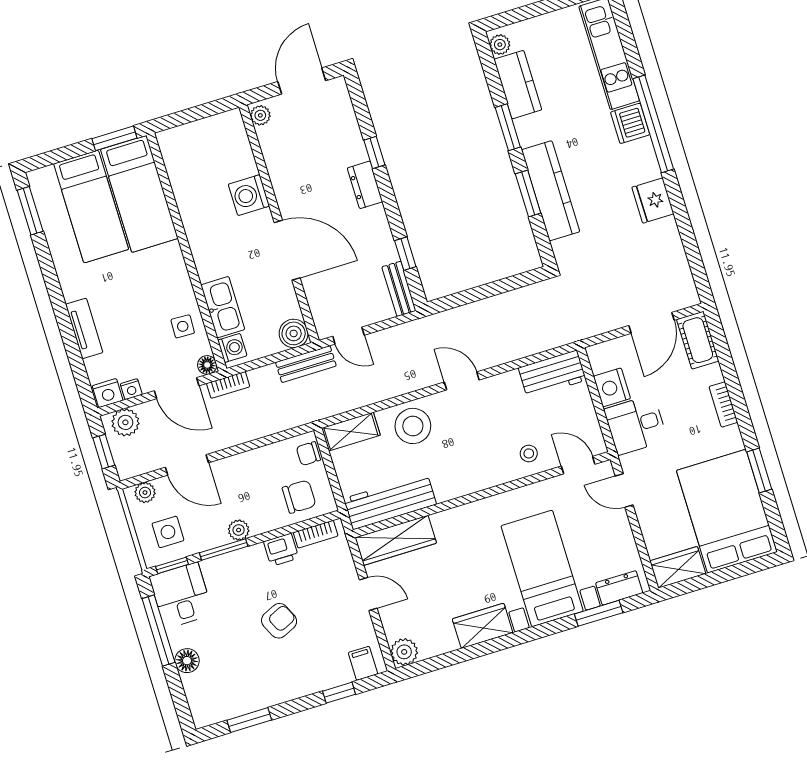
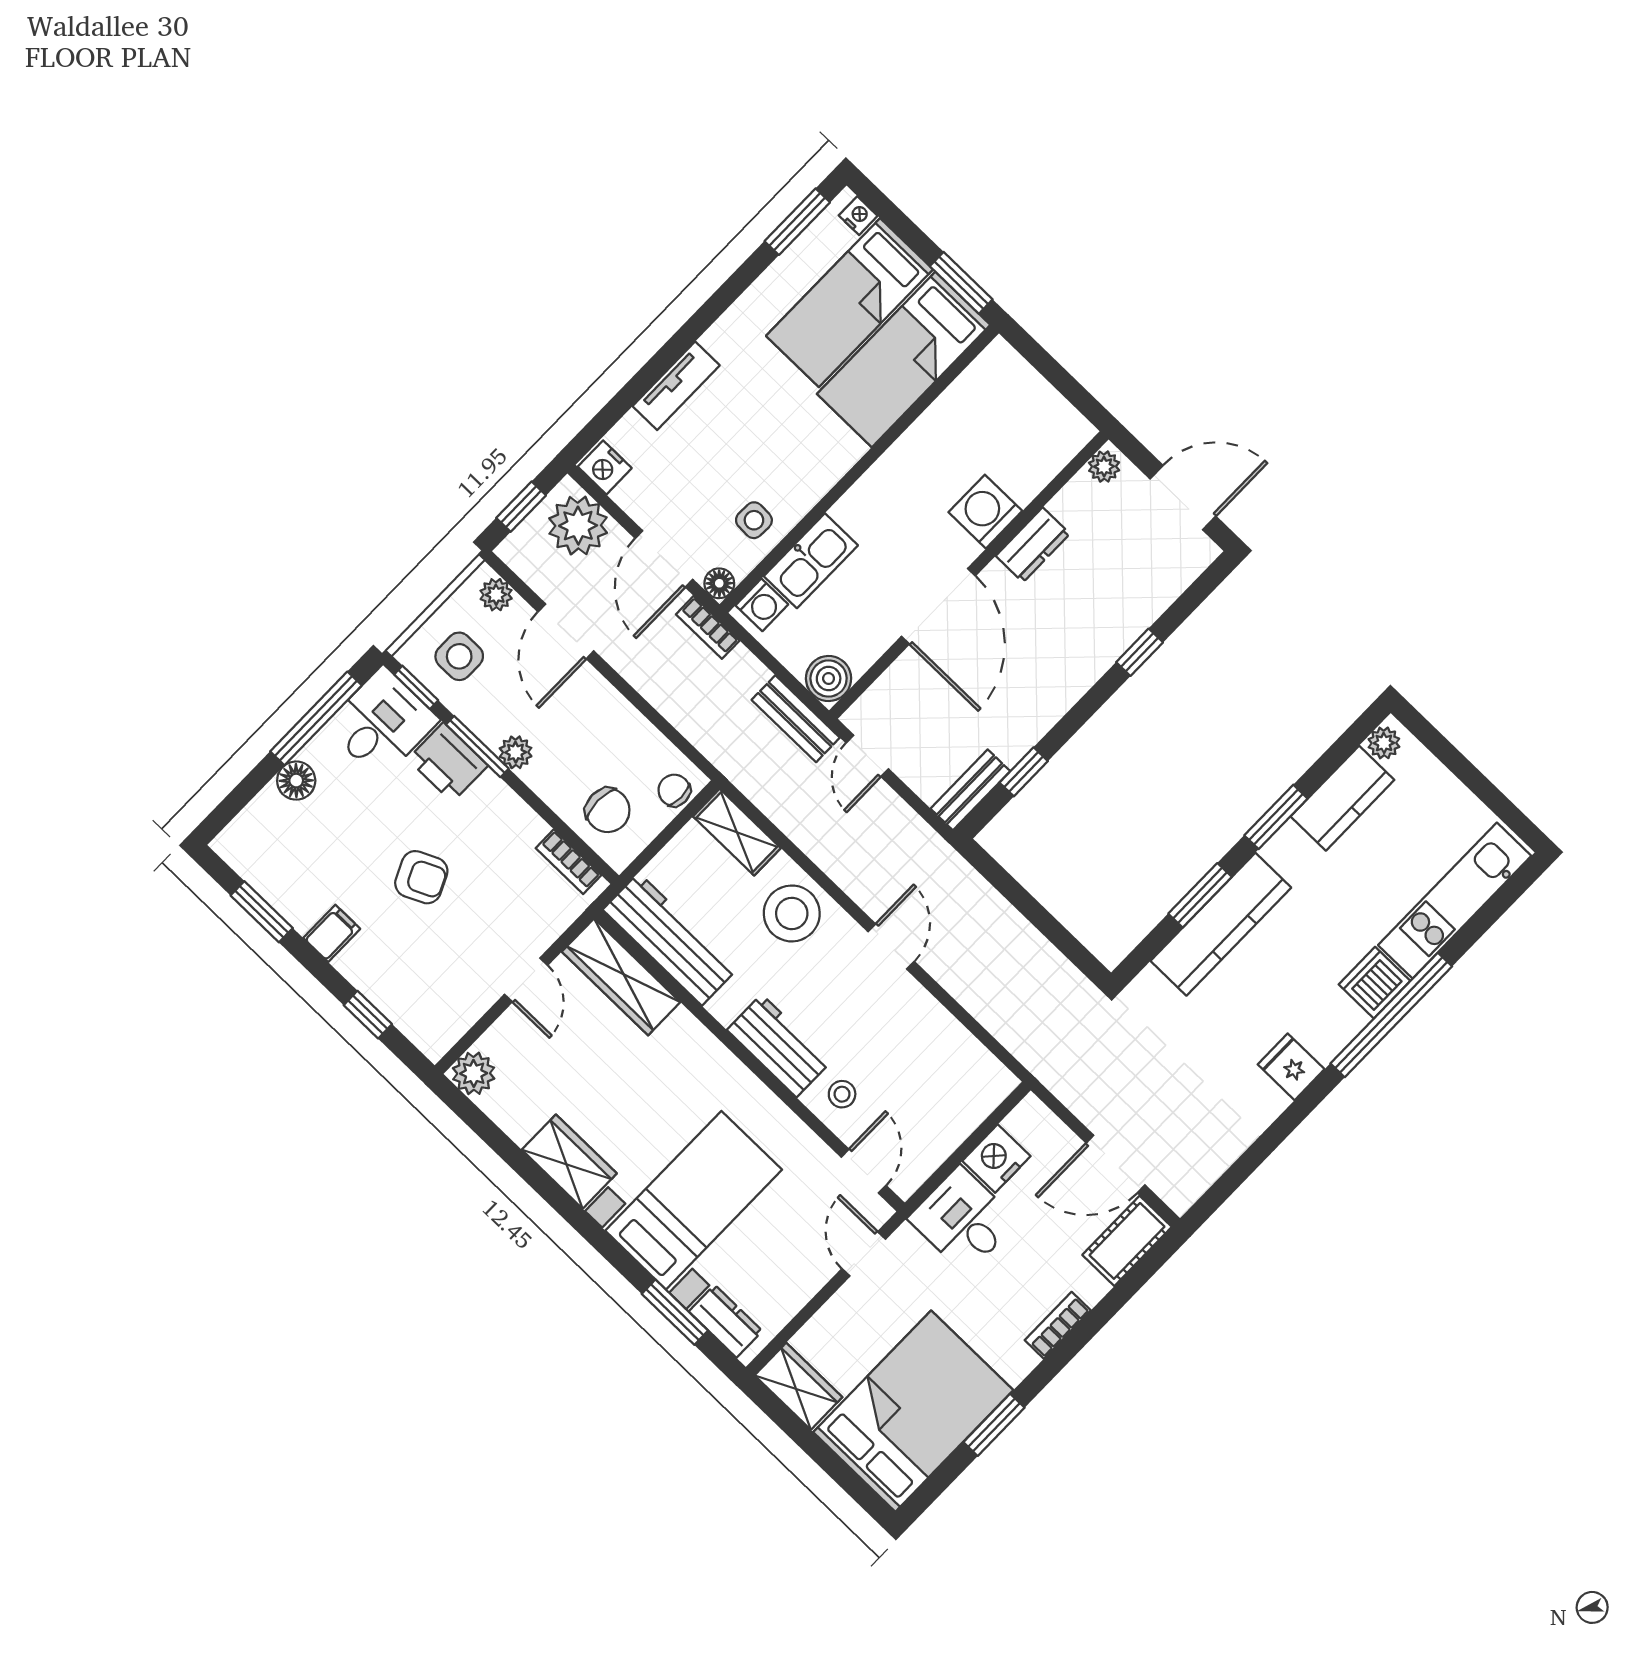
dresser: (365, 185) -> (1033, 545), moved, turned 180
fridge: (653, 201) -> (1291, 1067), width x0.72
workbench: (552, 374) -> (779, 1046), moved, turned 180
nightstand: (131, 389) -> (858, 216), moved, turned 180
plant: (125, 422) -> (578, 526), width x1.36, depth x1.36
printer: (281, 550) -> (448, 762), moved, width x1.36, depth x1.24
filing cabinet: (363, 663) -> (332, 933), moved

